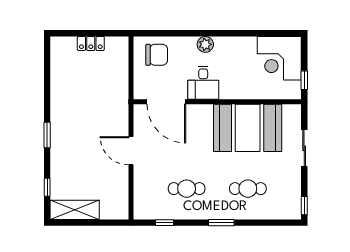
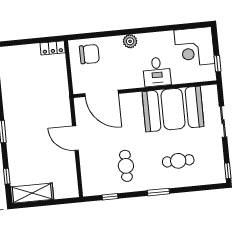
locker: (91, 43) -> (53, 48), moved
desk: (203, 83) -> (157, 72), moved
cafe table: (187, 189) -> (126, 166), turned 90

